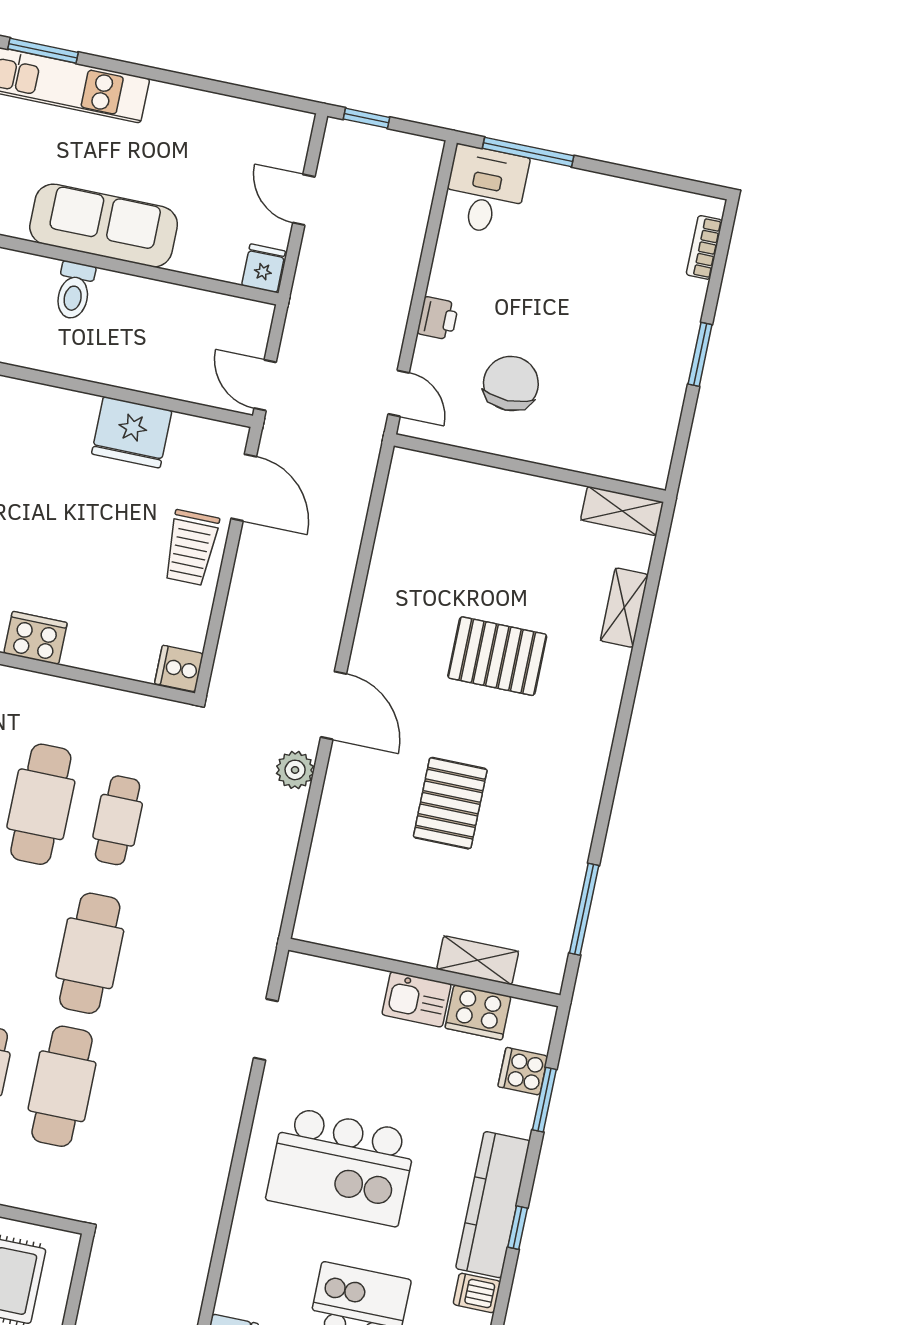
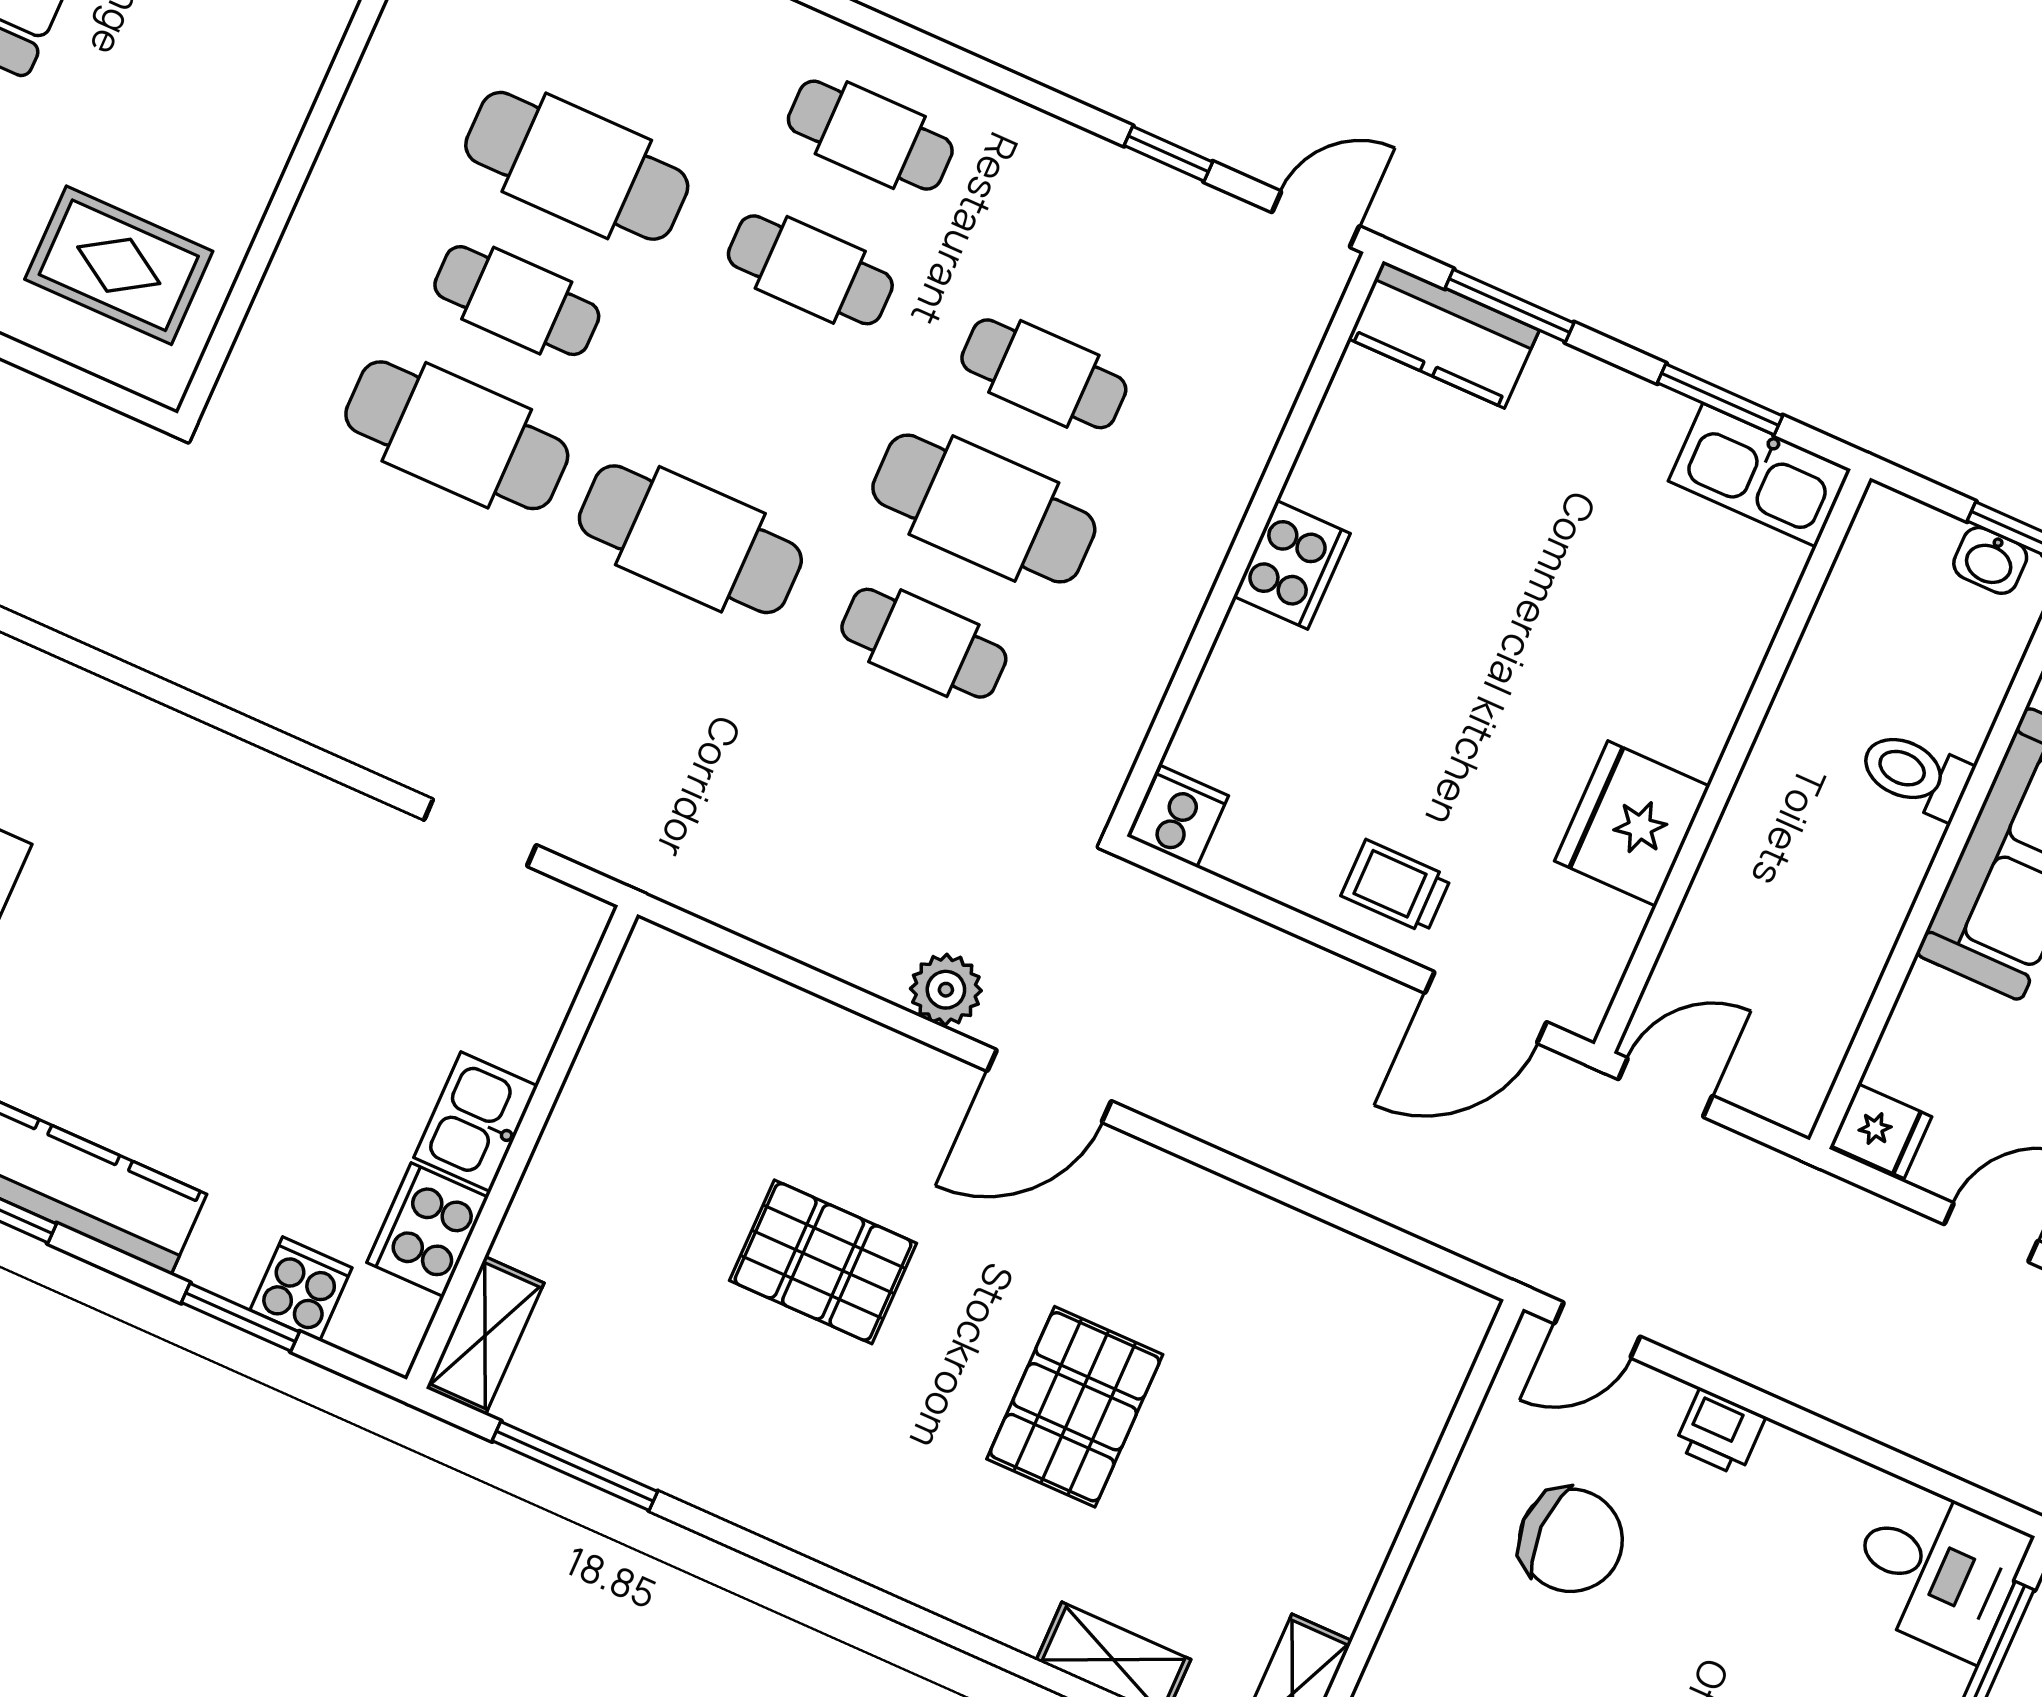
trolley: (191, 548) -> (1396, 886), width x0.73, depth x0.72
shelving: (478, 960) -> (485, 1336), moved
kitchen island: (341, 1166) -> (198, 917), removed

